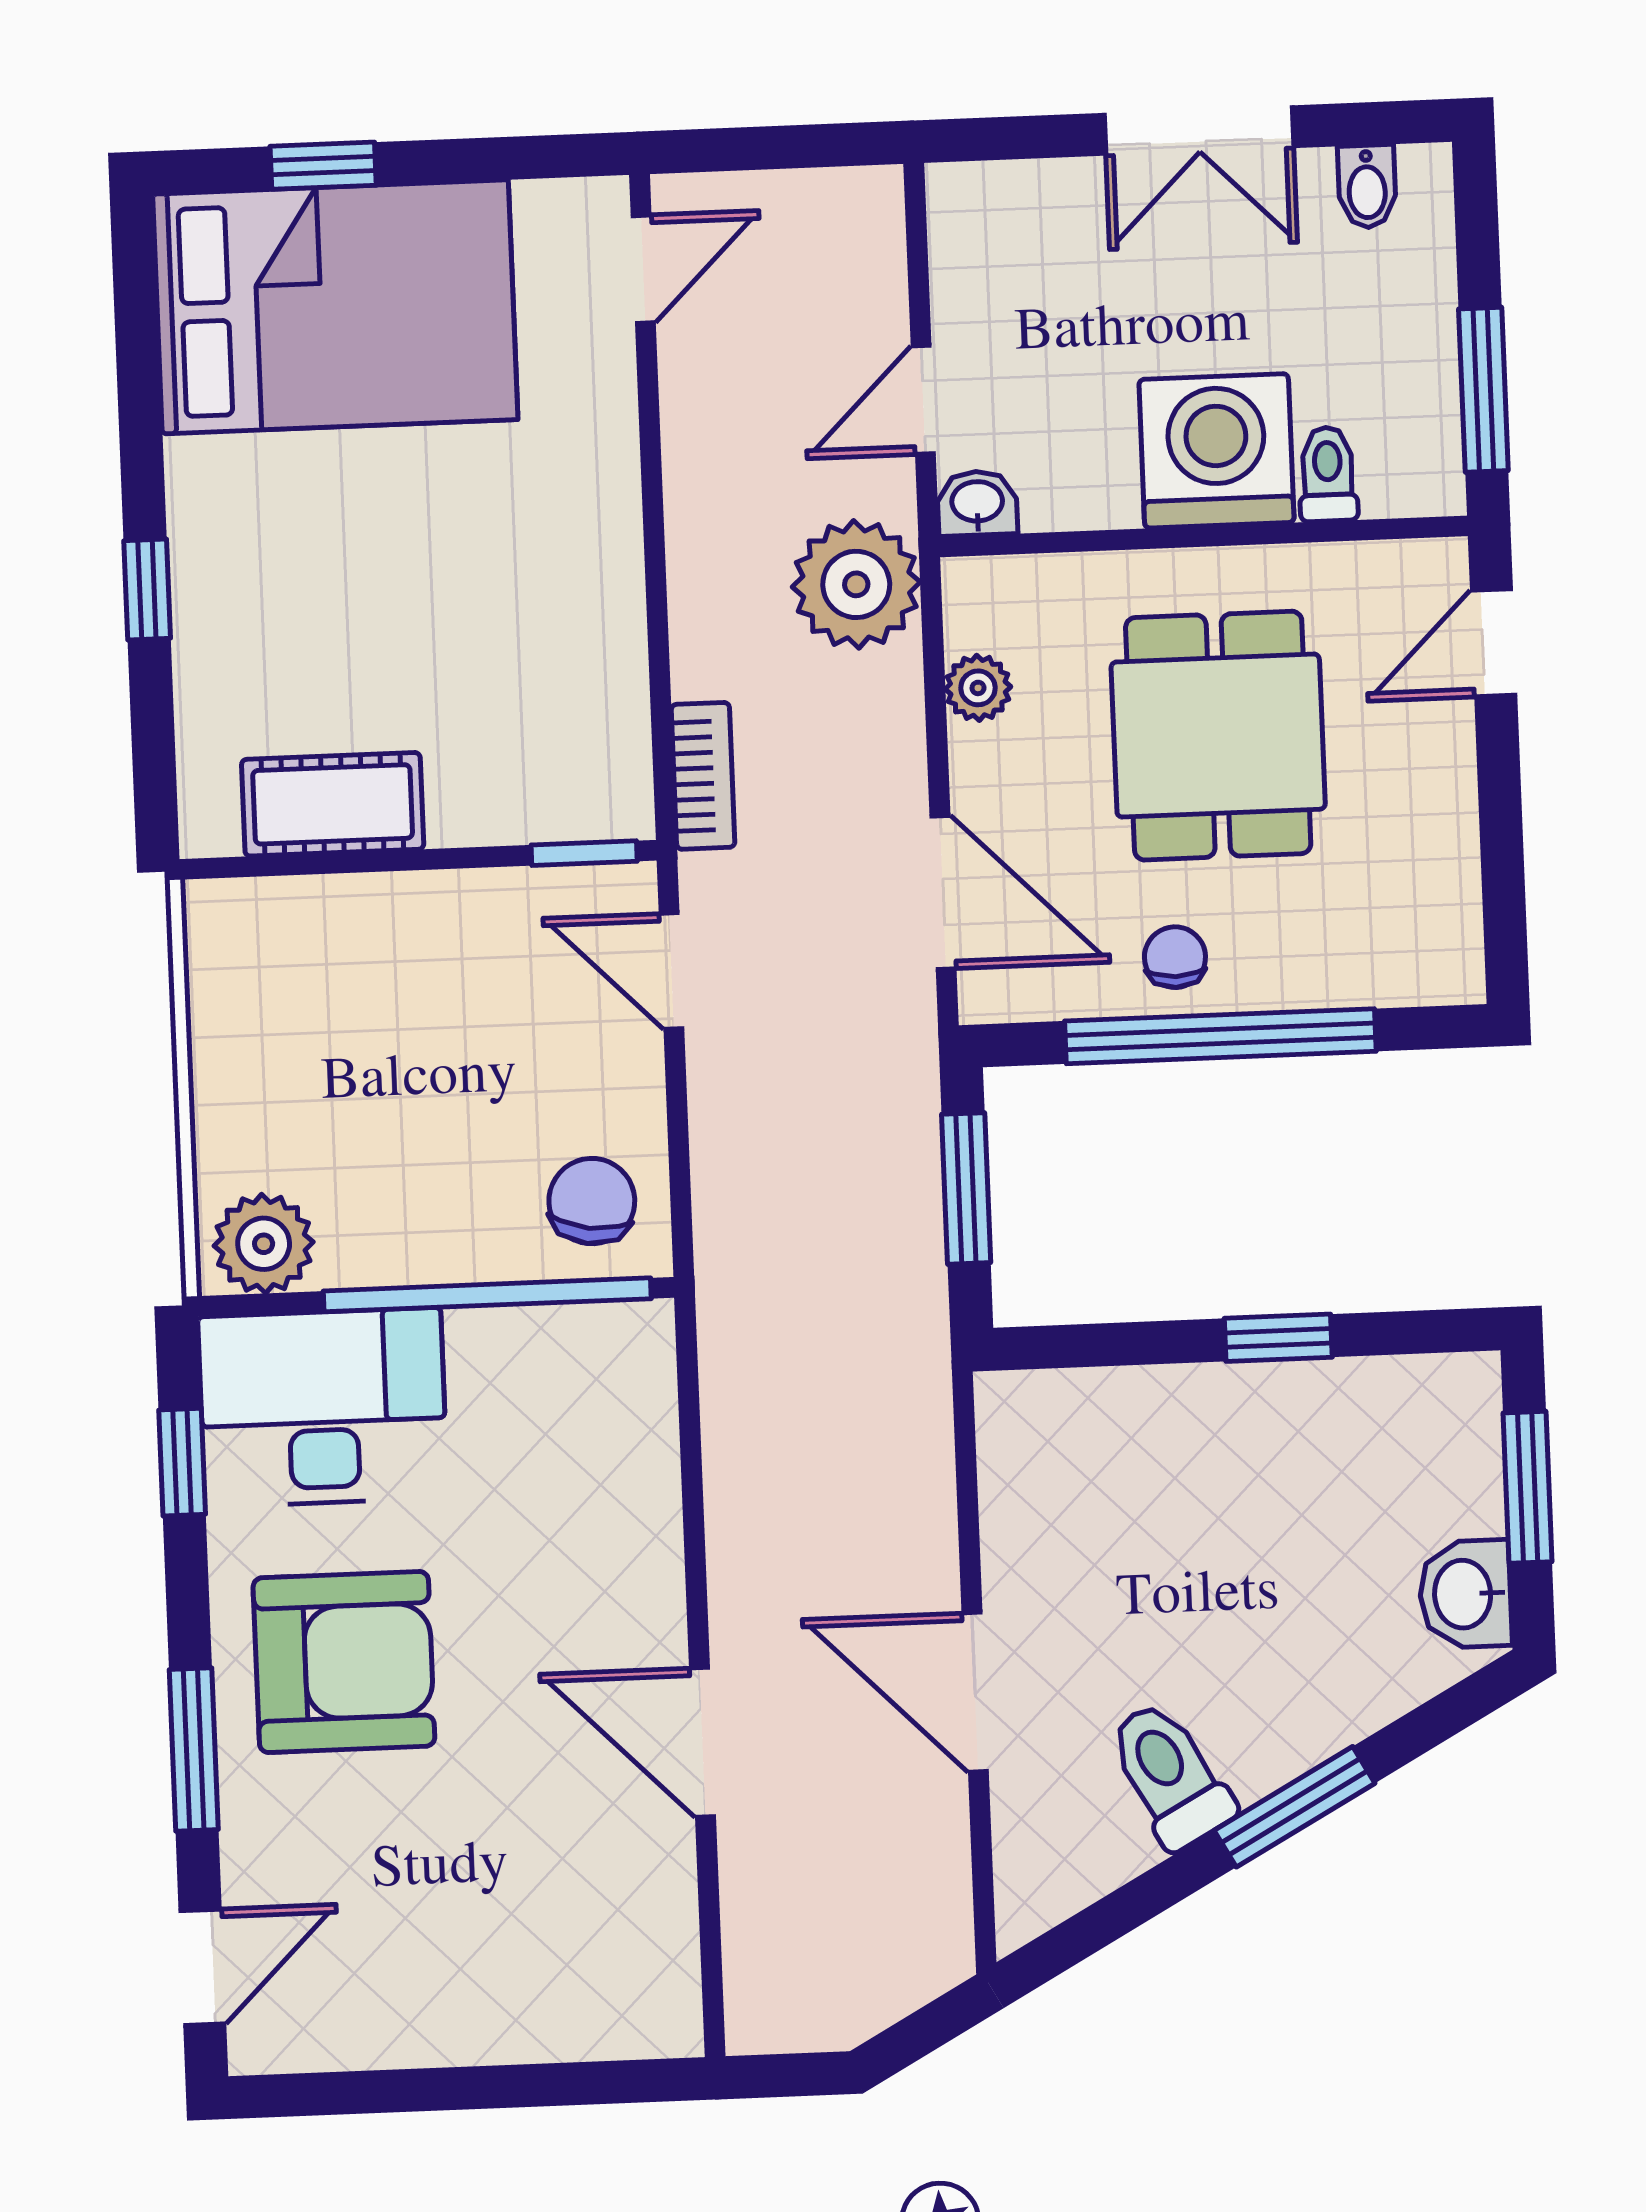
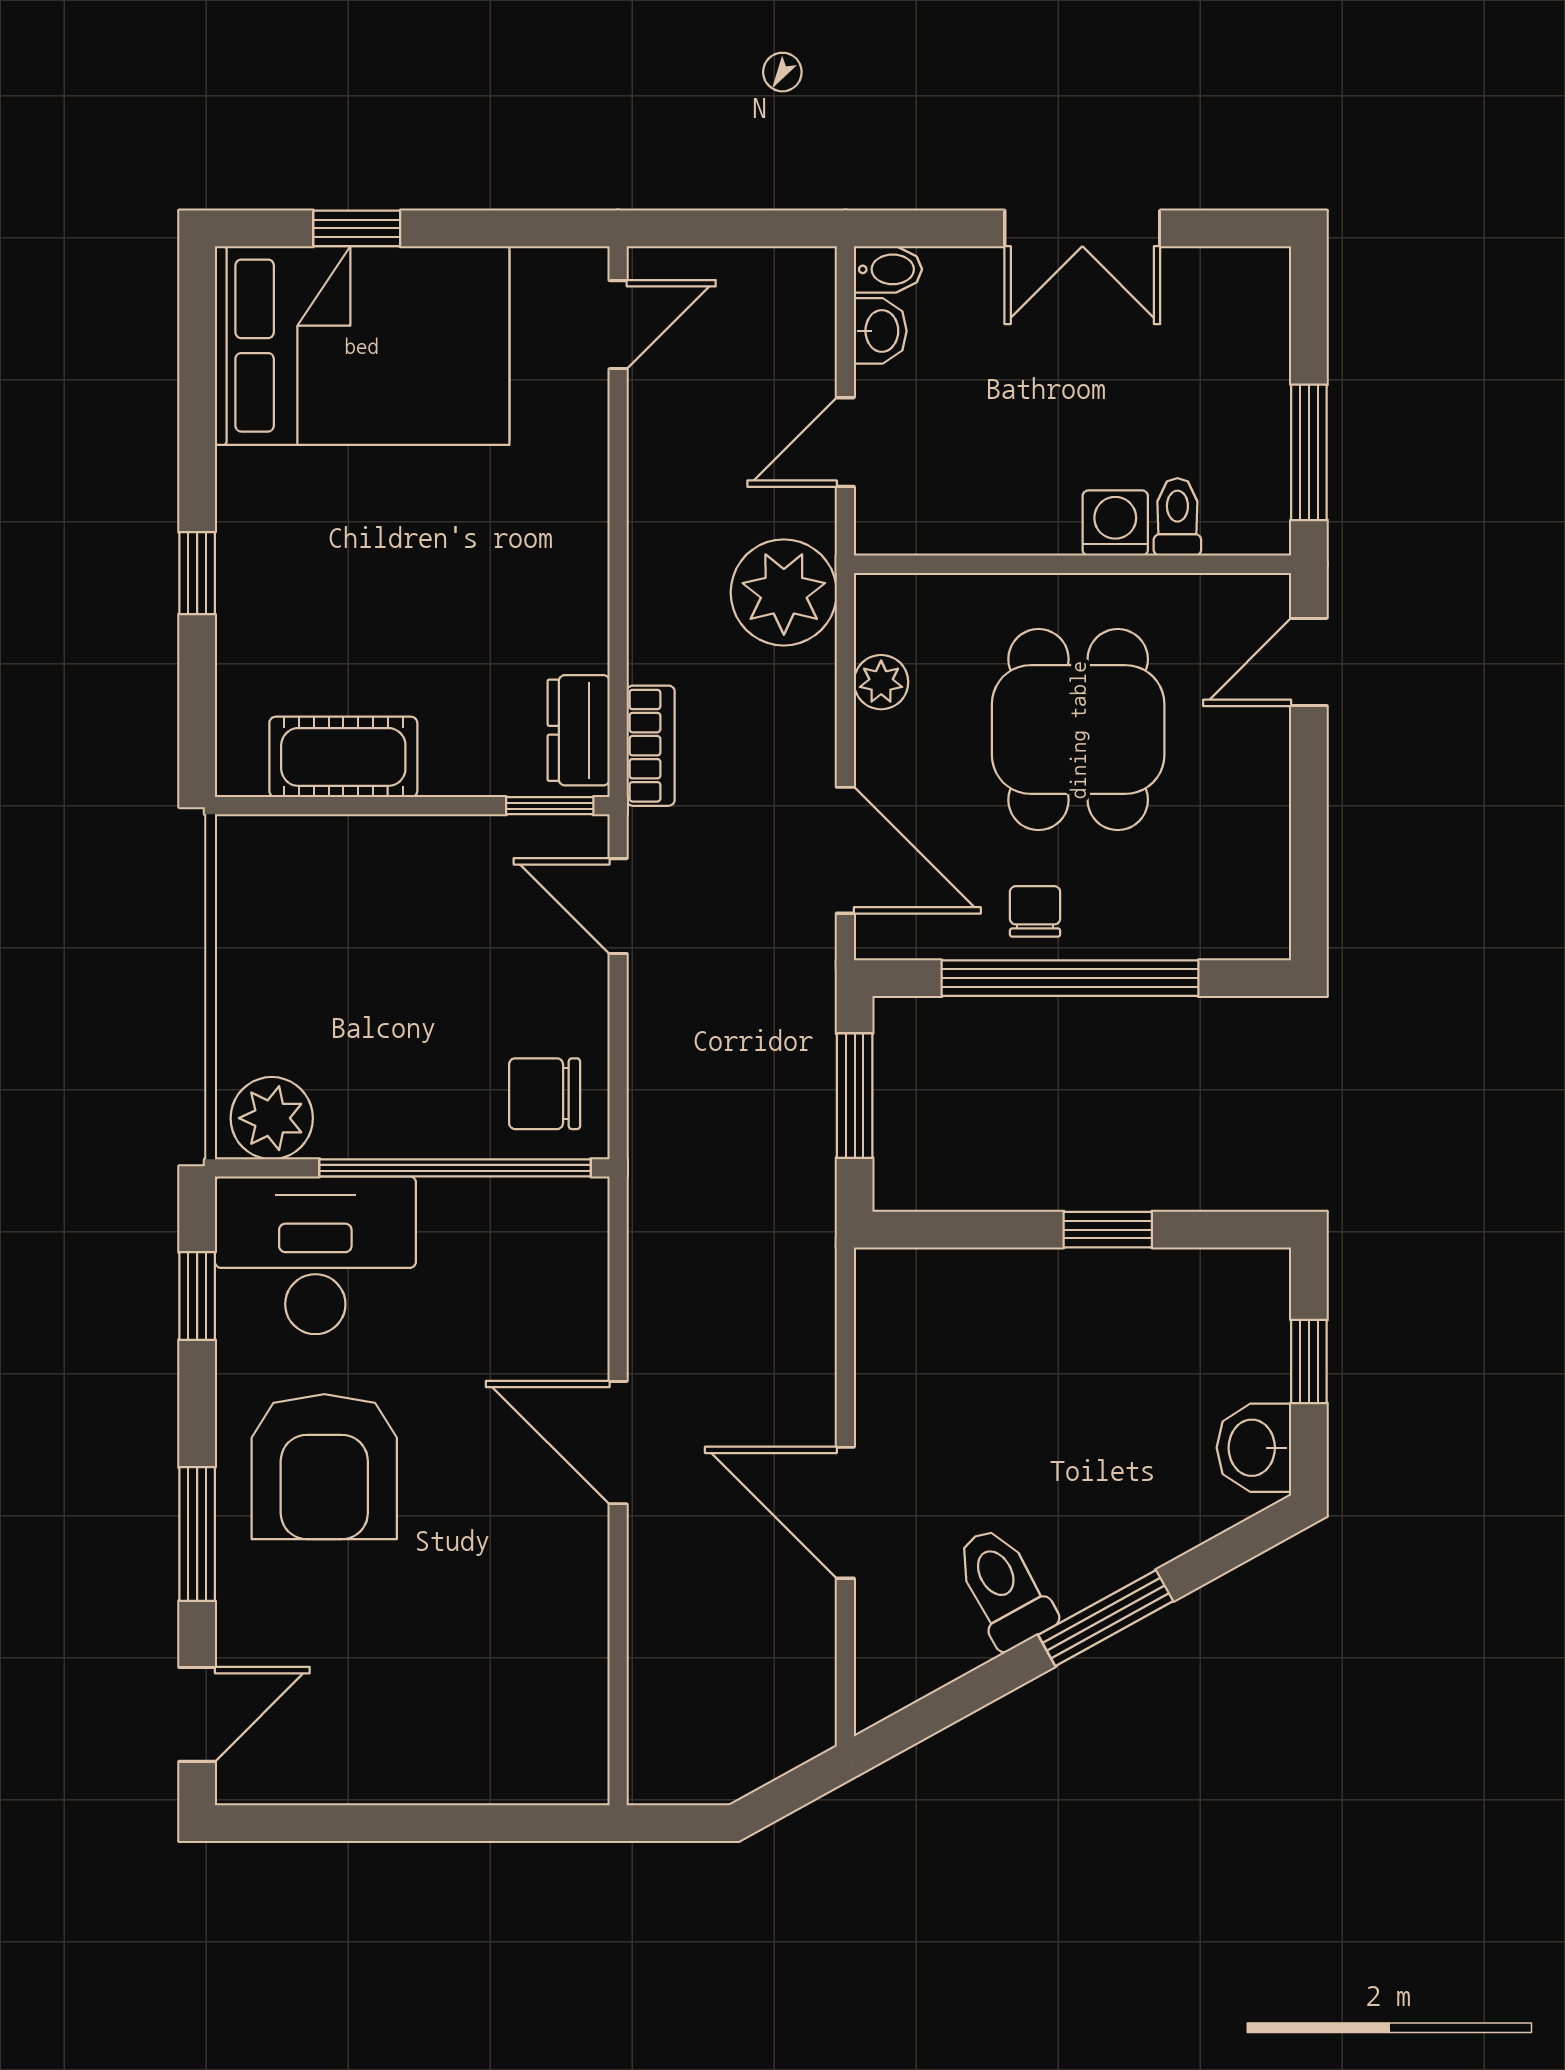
bidet: (1367, 186) -> (888, 269), moved, turned -90
washing machine: (1217, 451) -> (1115, 523), width x0.53, depth x0.53
washbasin: (977, 503) -> (880, 331), moved, turned 90
dresser: (615, 761) -> (579, 730), added
chair: (592, 1201) -> (545, 1094), turned -98
window: (1528, 1487) -> (1309, 1362), width x0.67
armchair: (344, 1662) -> (324, 1467), turned 90
door: (702, 1742) -> (618, 1443), moved

